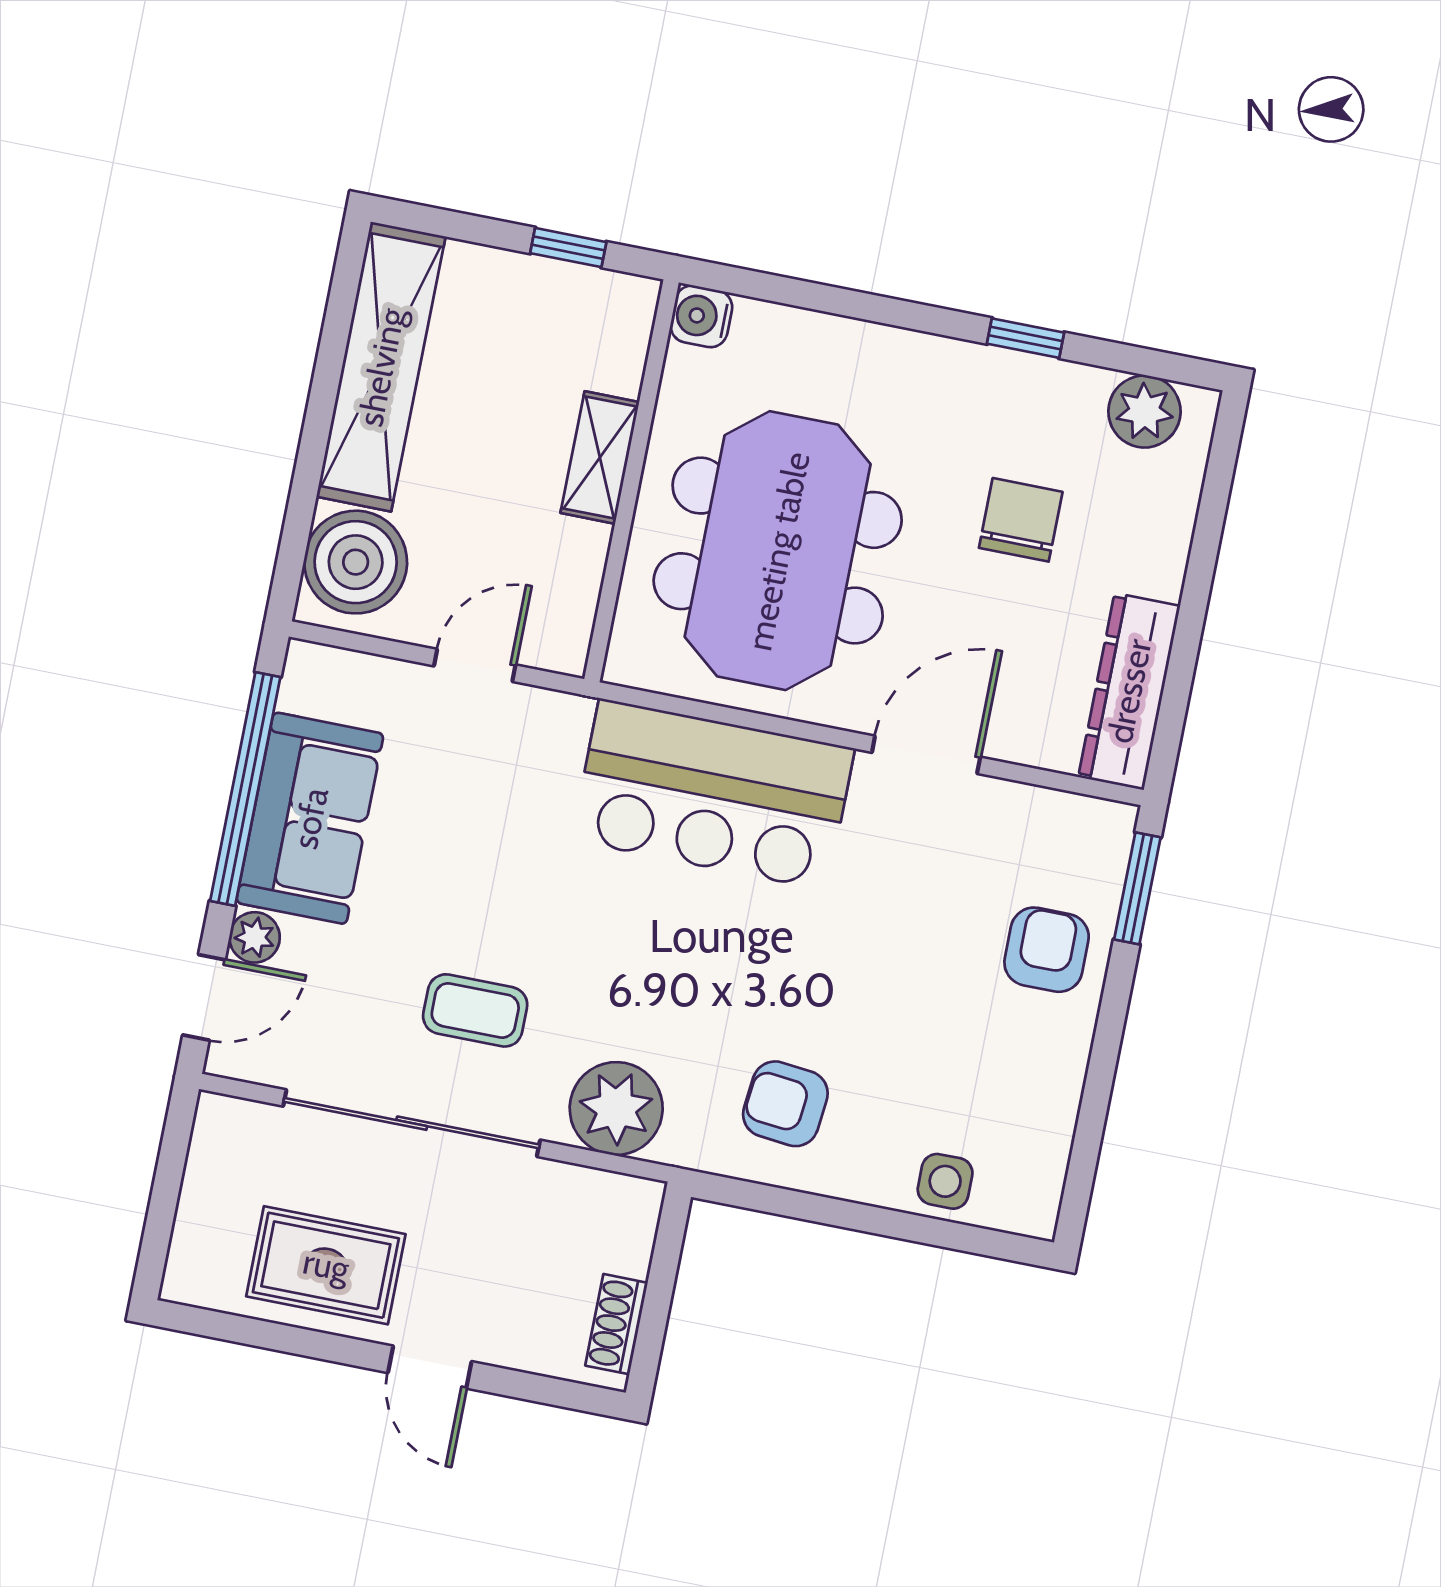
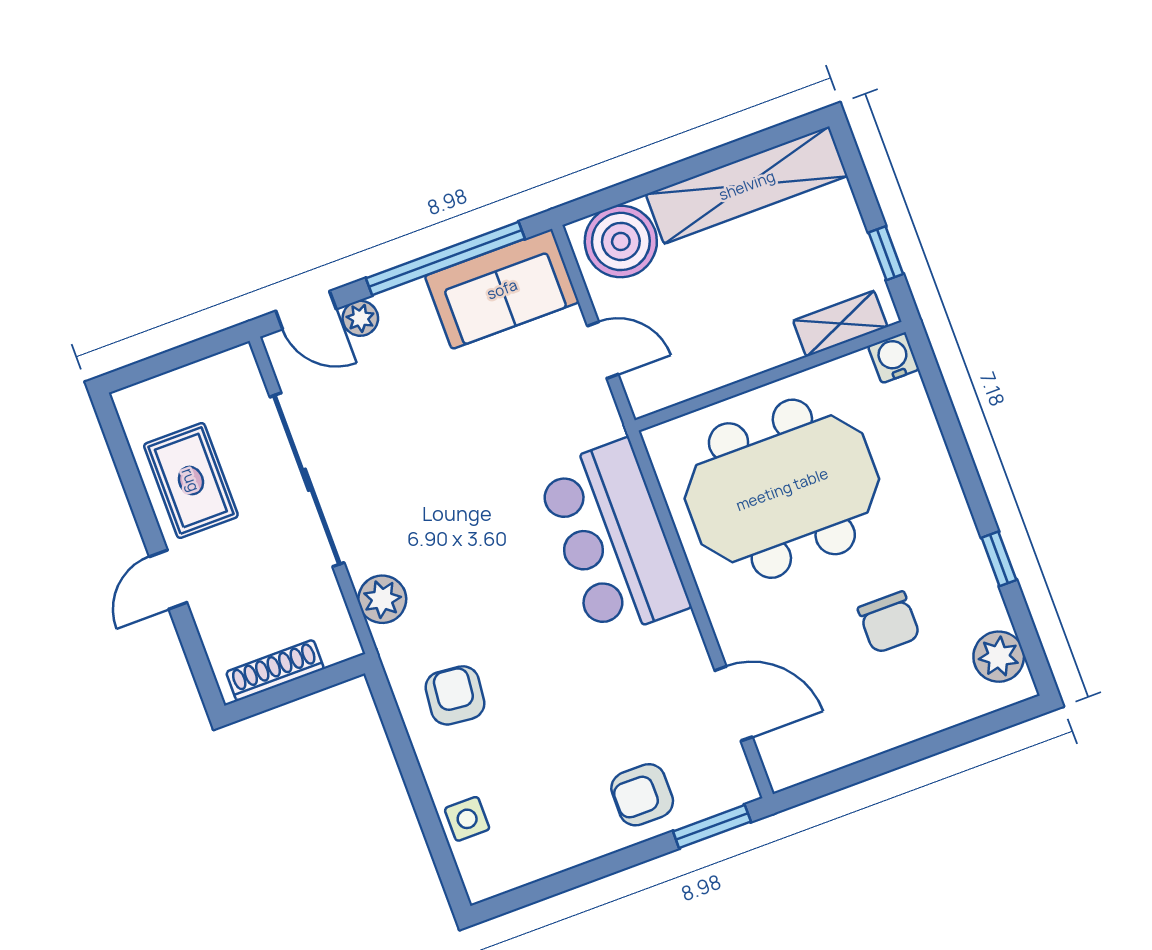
shelving: (600, 457) -> (840, 324), moved
chair: (1021, 520) -> (889, 622), turned 90
dresser: (1129, 691) -> (826, 750), removed
door: (926, 755) -> (734, 704), moved
sofa: (310, 818) -> (502, 289), moved
armchair: (1047, 950) -> (642, 795), turned 180
coffee table: (475, 1010) -> (397, 476), removed
plant: (616, 1108) -> (382, 599), width x0.73, depth x0.73
shoe rack: (616, 1324) -> (275, 670), width x1.43

